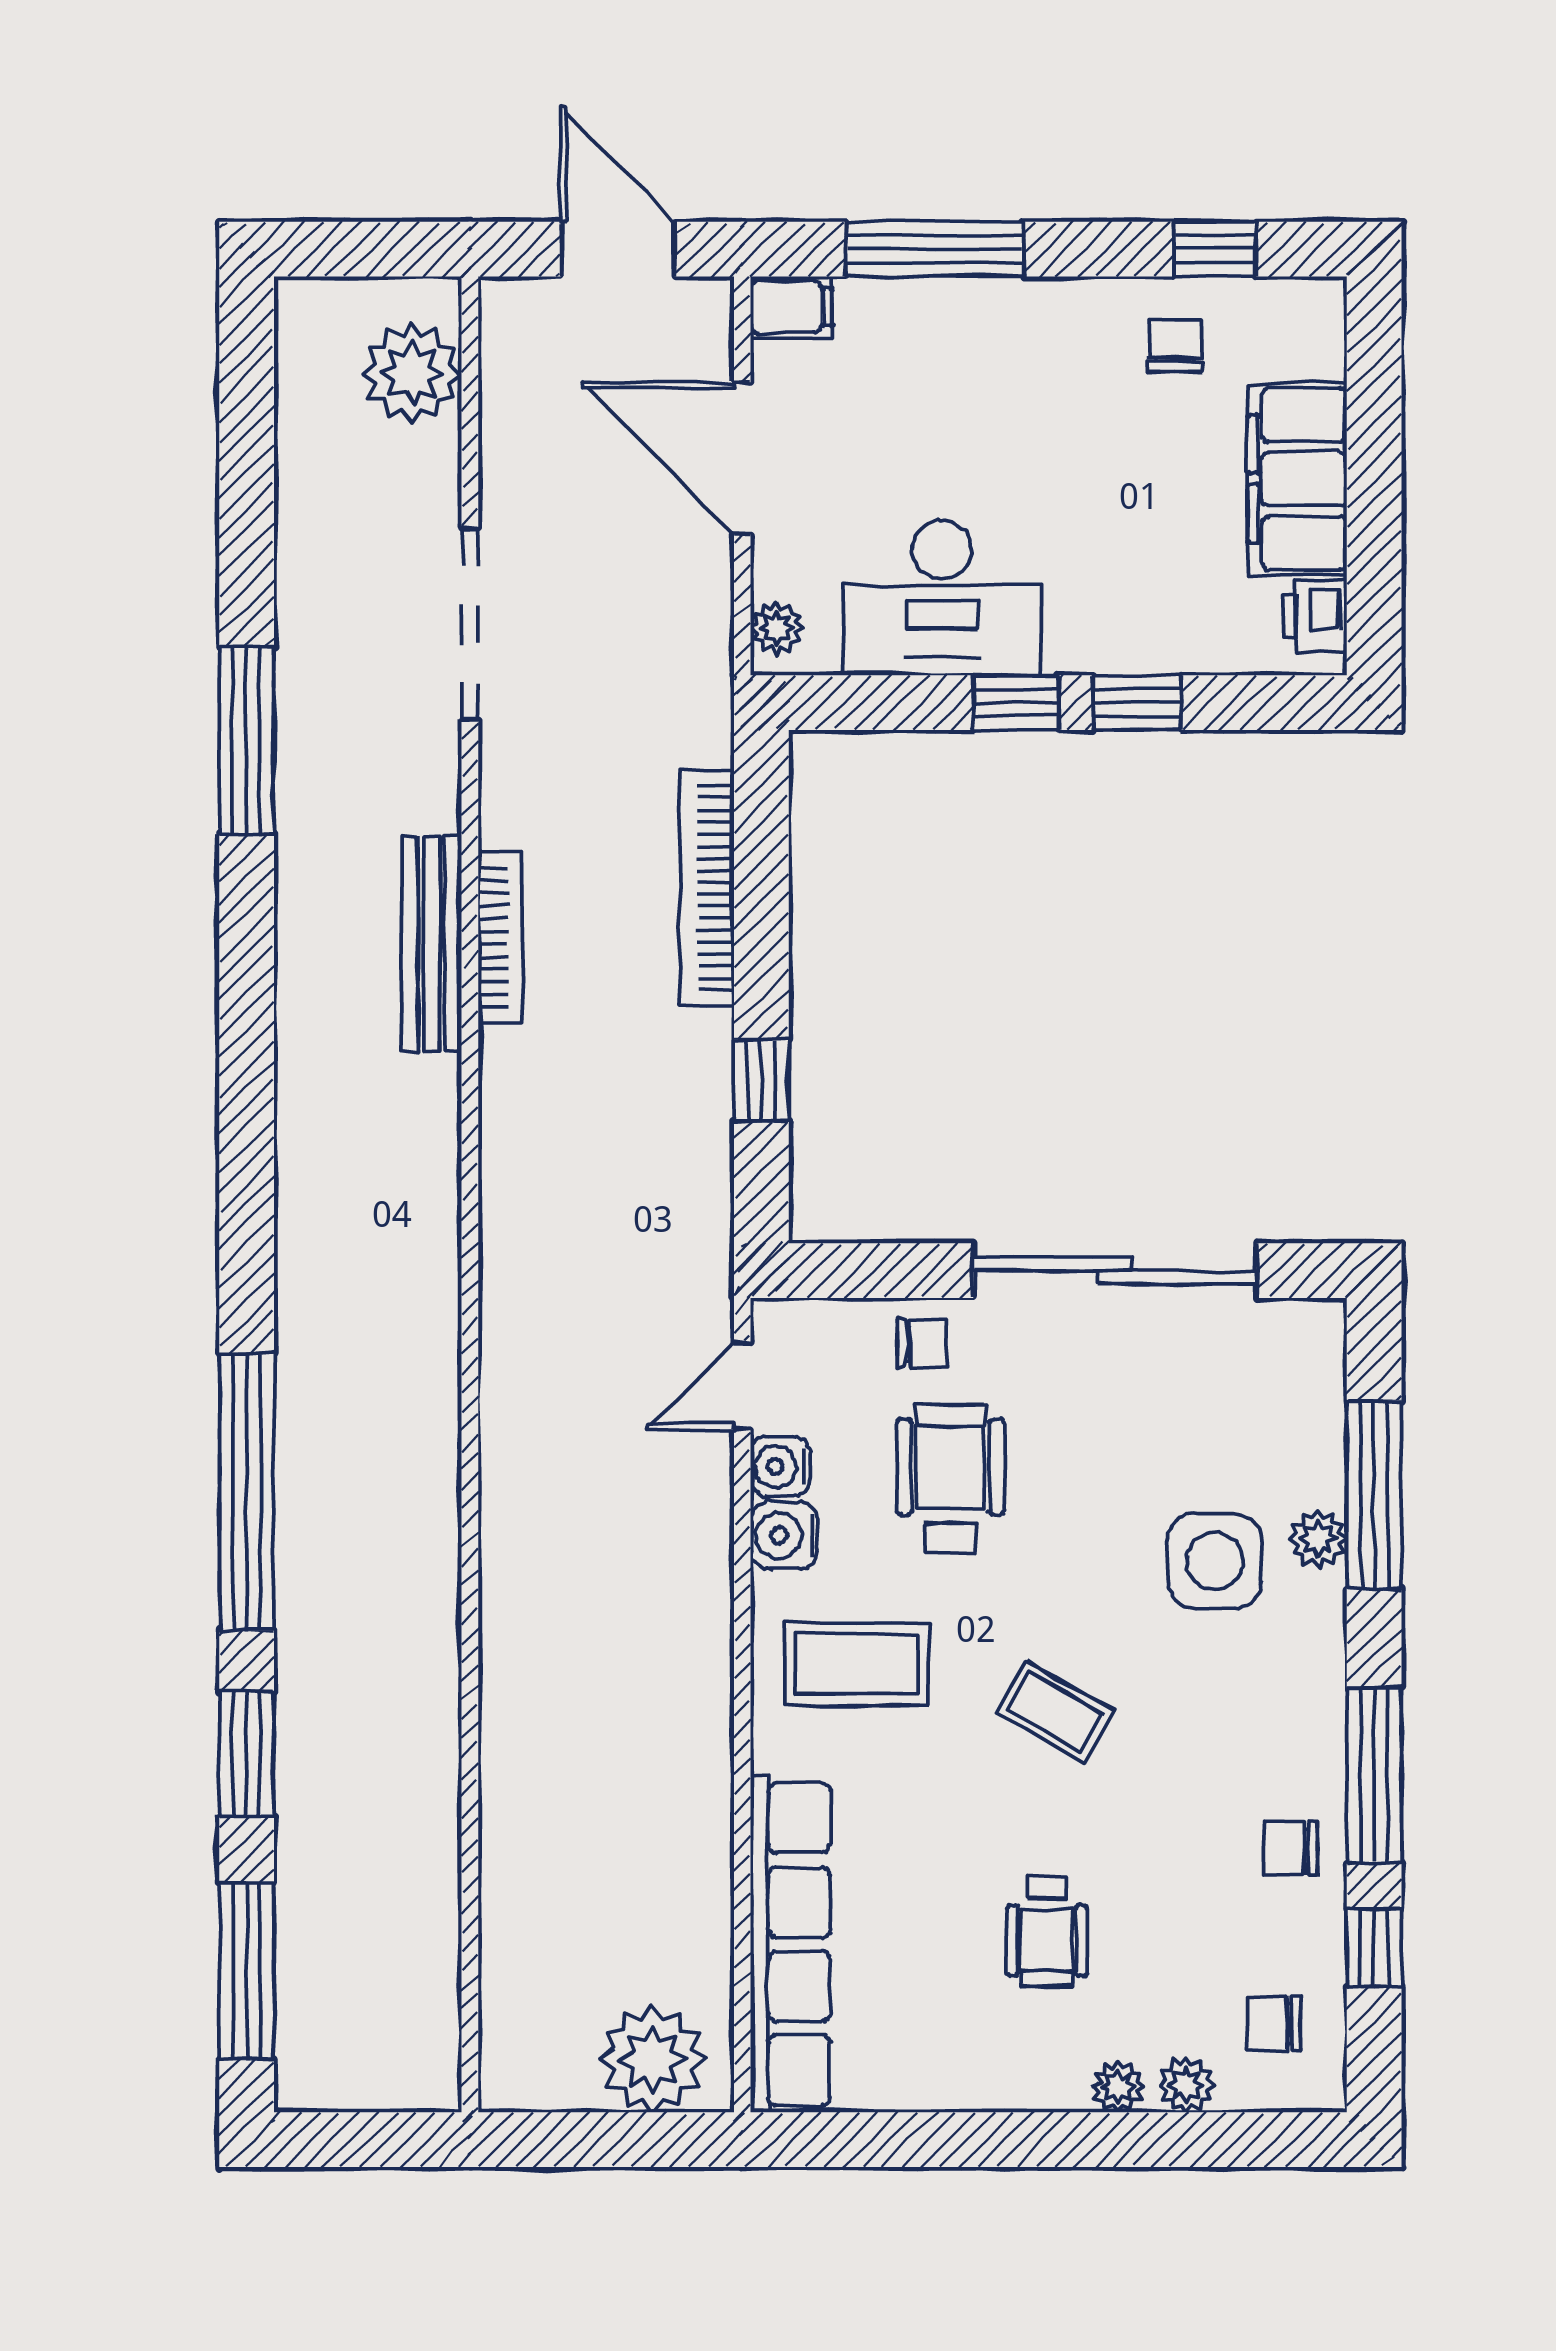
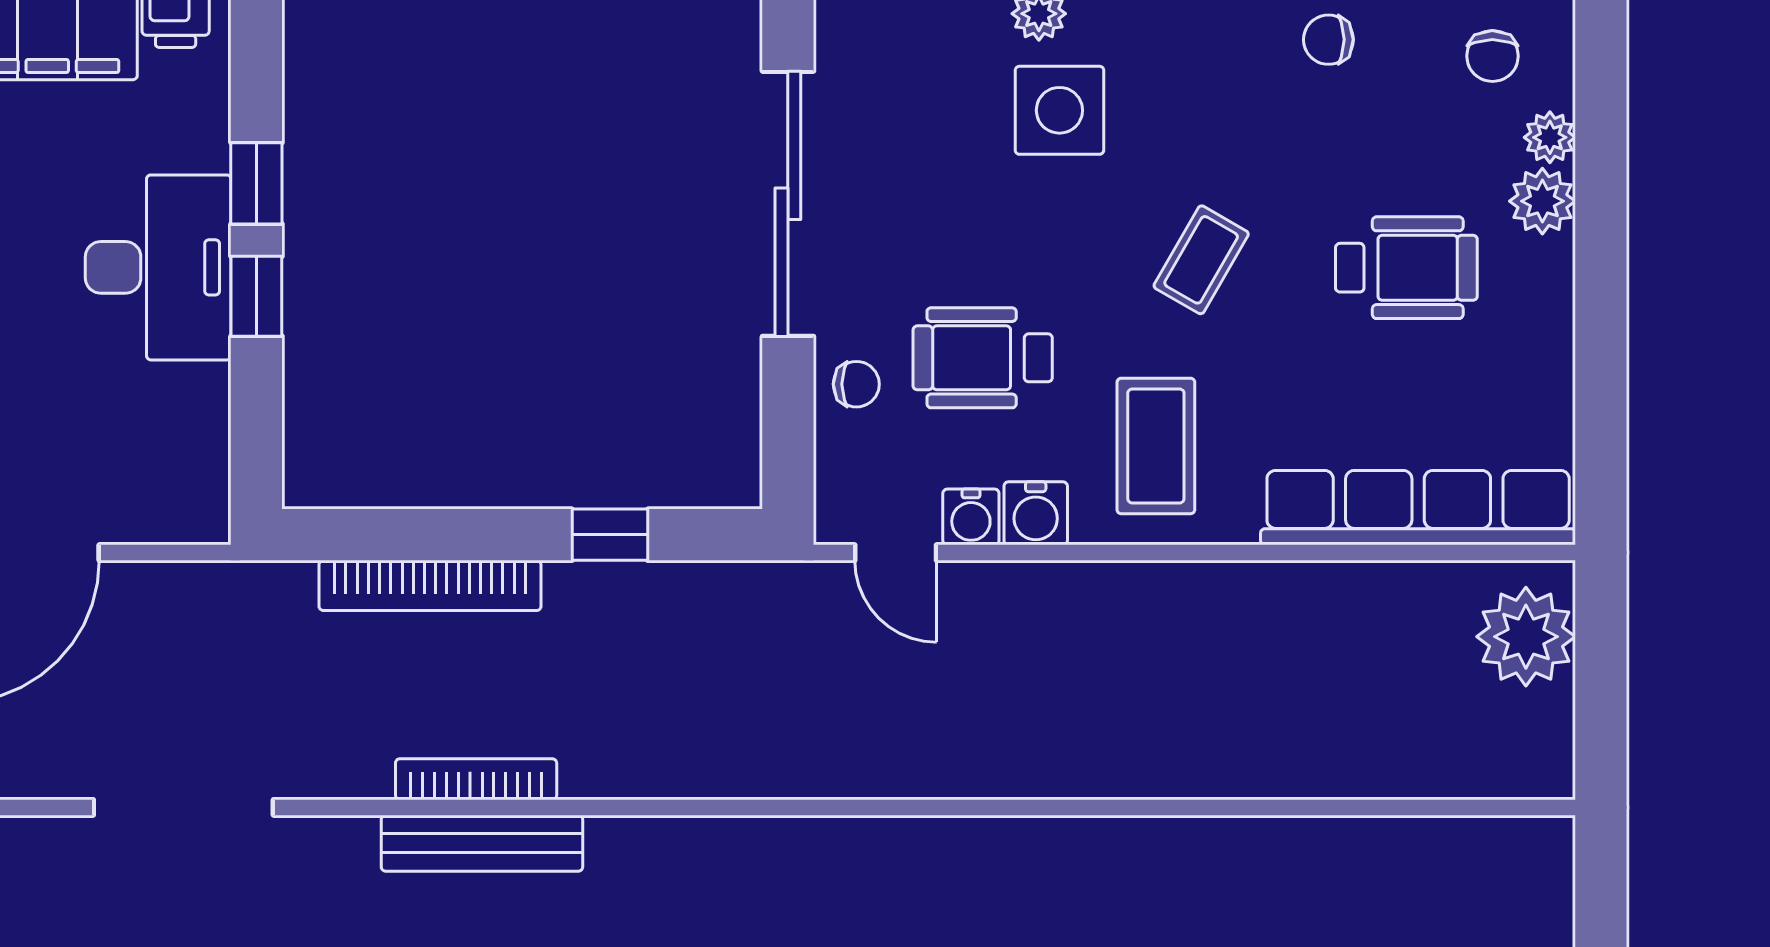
desk: (942, 598) -> (158, 267), moved
plant: (776, 628) -> (187, 521), removed
chair: (922, 1344) -> (856, 384), turned 90
chair: (1290, 1848) -> (1328, 40), turned 90
wheelchair: (1047, 1932) -> (1406, 268), width x1.36, depth x1.37
plant: (1118, 2087) -> (1542, 201), width x1.38, depth x1.38

